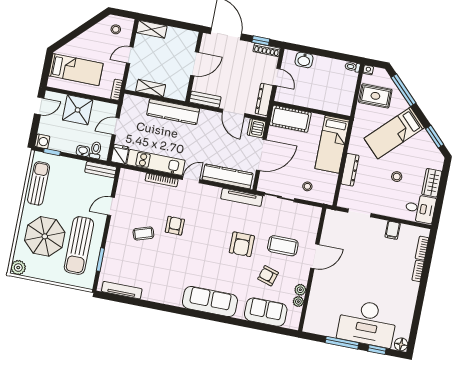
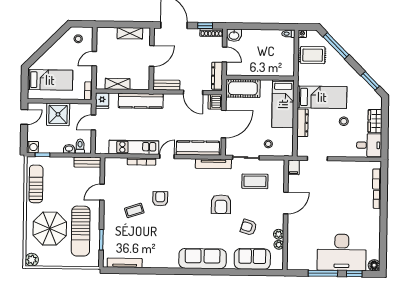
shelving: (152, 29) -> (130, 33), moved
washbasin: (304, 60) -> (234, 35), moved
bed: (394, 133) -> (322, 97), moved, turned -135
fridge: (120, 154) -> (102, 101), moved, turned 180
filing cabinet: (393, 230) -> (294, 167), moved
coffee table: (283, 246) -> (255, 181), moved

